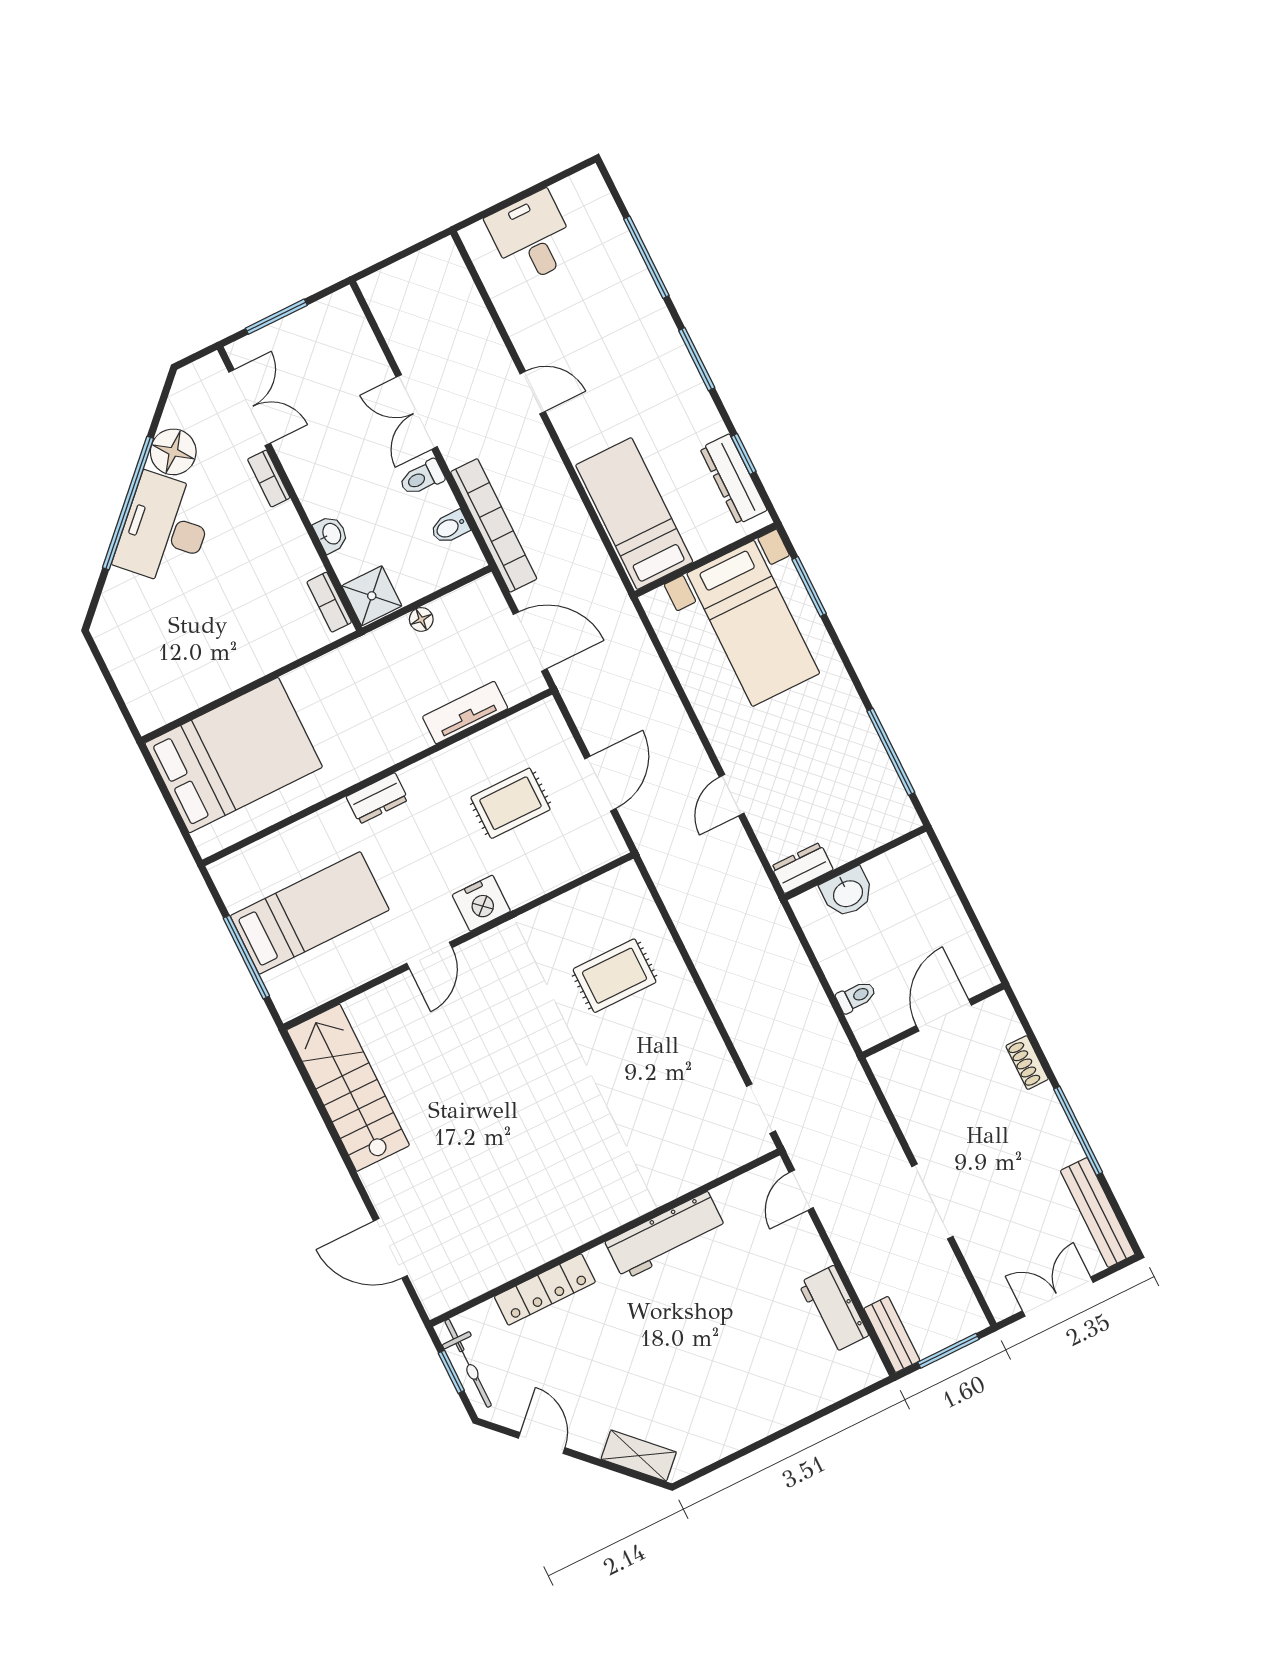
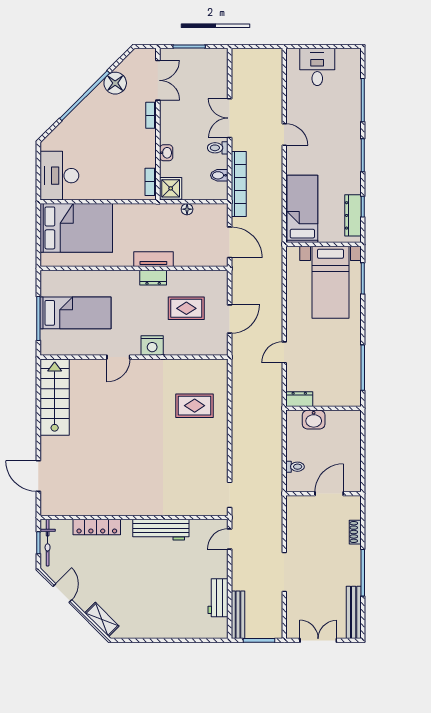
desk: (165, 529) -> (59, 176), moved, turned -45
tv unit: (465, 713) -> (153, 259), moved
dresser: (377, 798) -> (153, 278), moved
bench: (892, 1334) -> (238, 615), width x1.36

